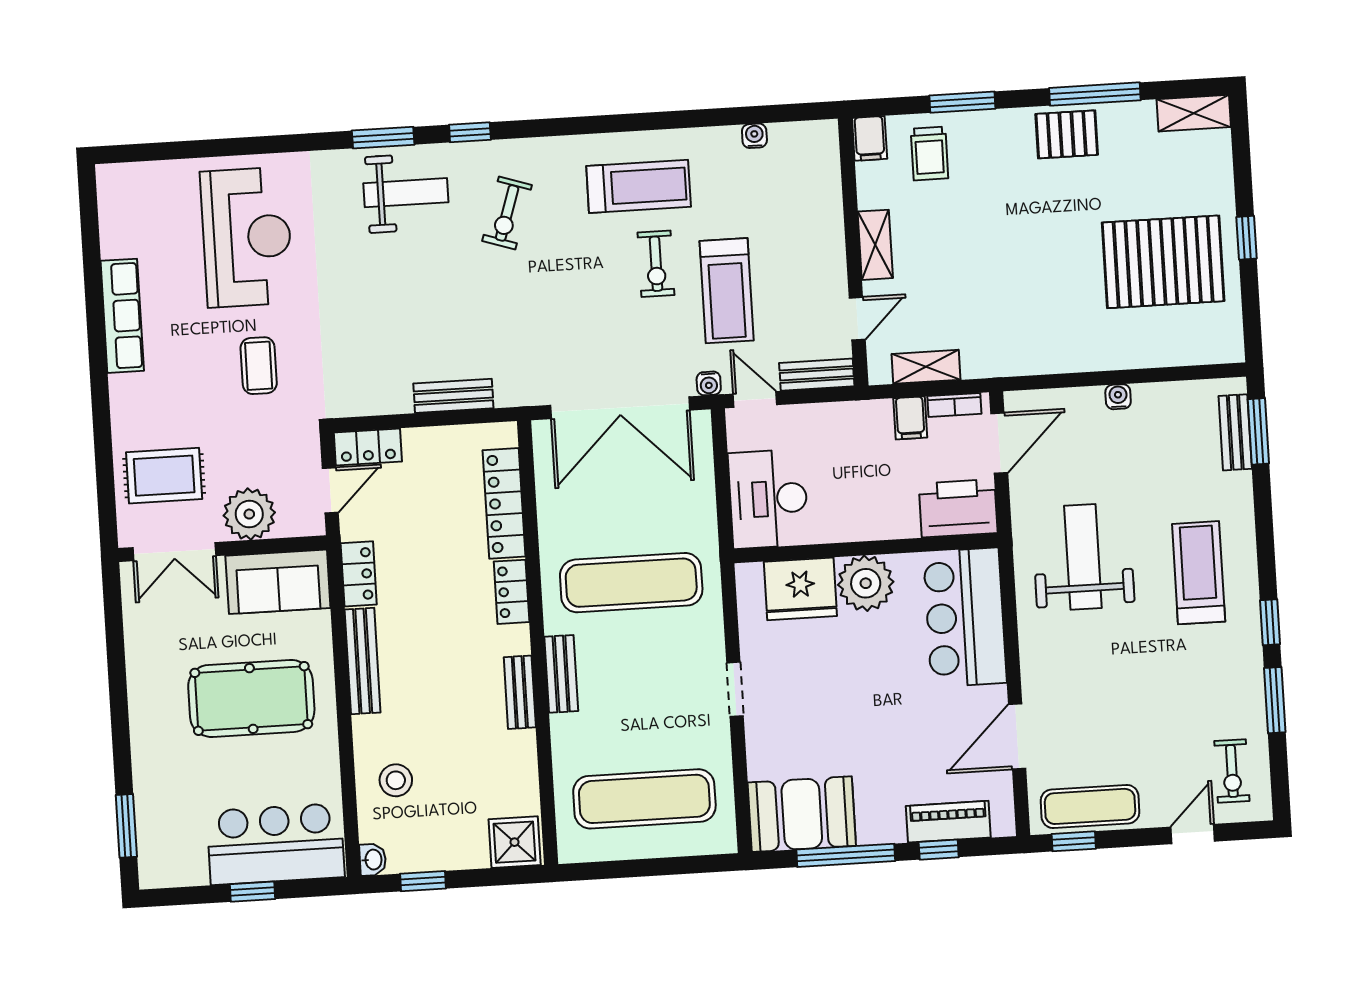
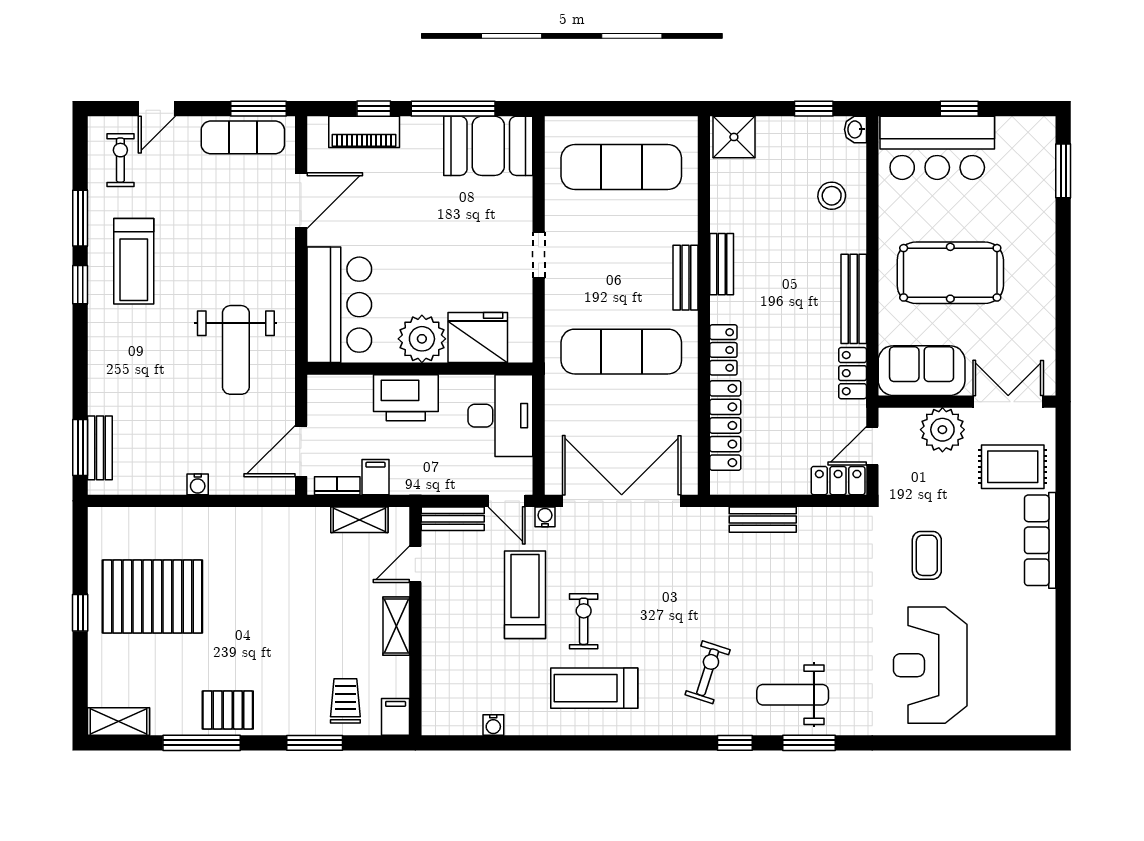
row of seats: (122, 316) -> (1040, 540), moved
printer: (958, 508) -> (406, 398), moved
treadmill: (1199, 573) -> (134, 261), moved
window: (1074, 841) -> (259, 109), width x1.50

